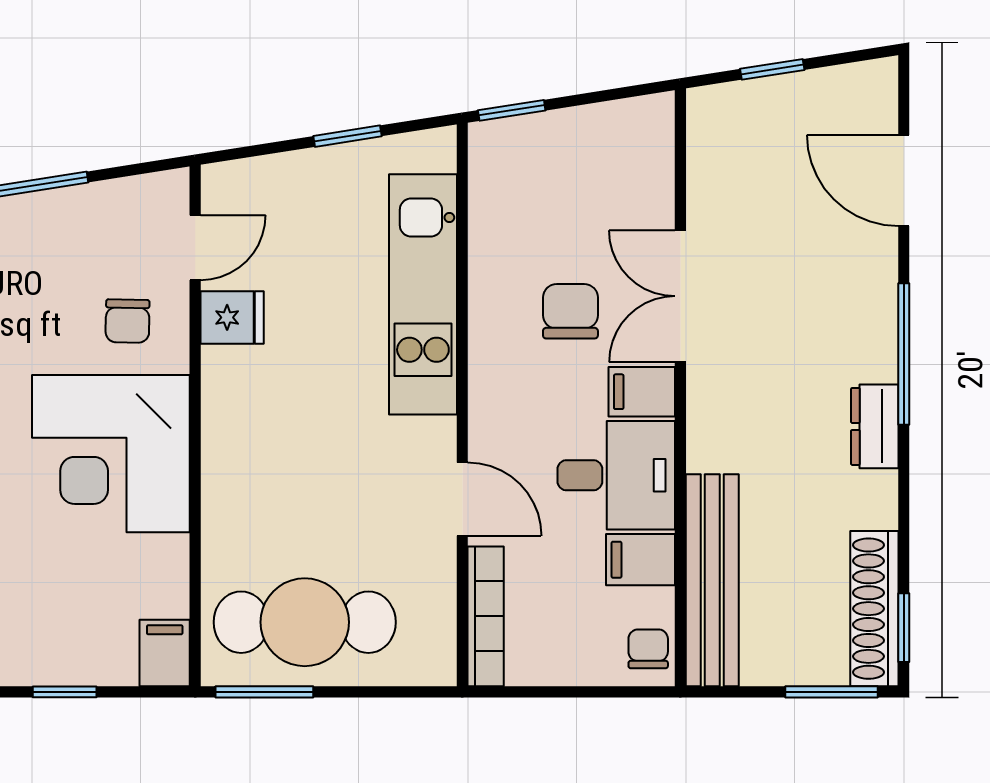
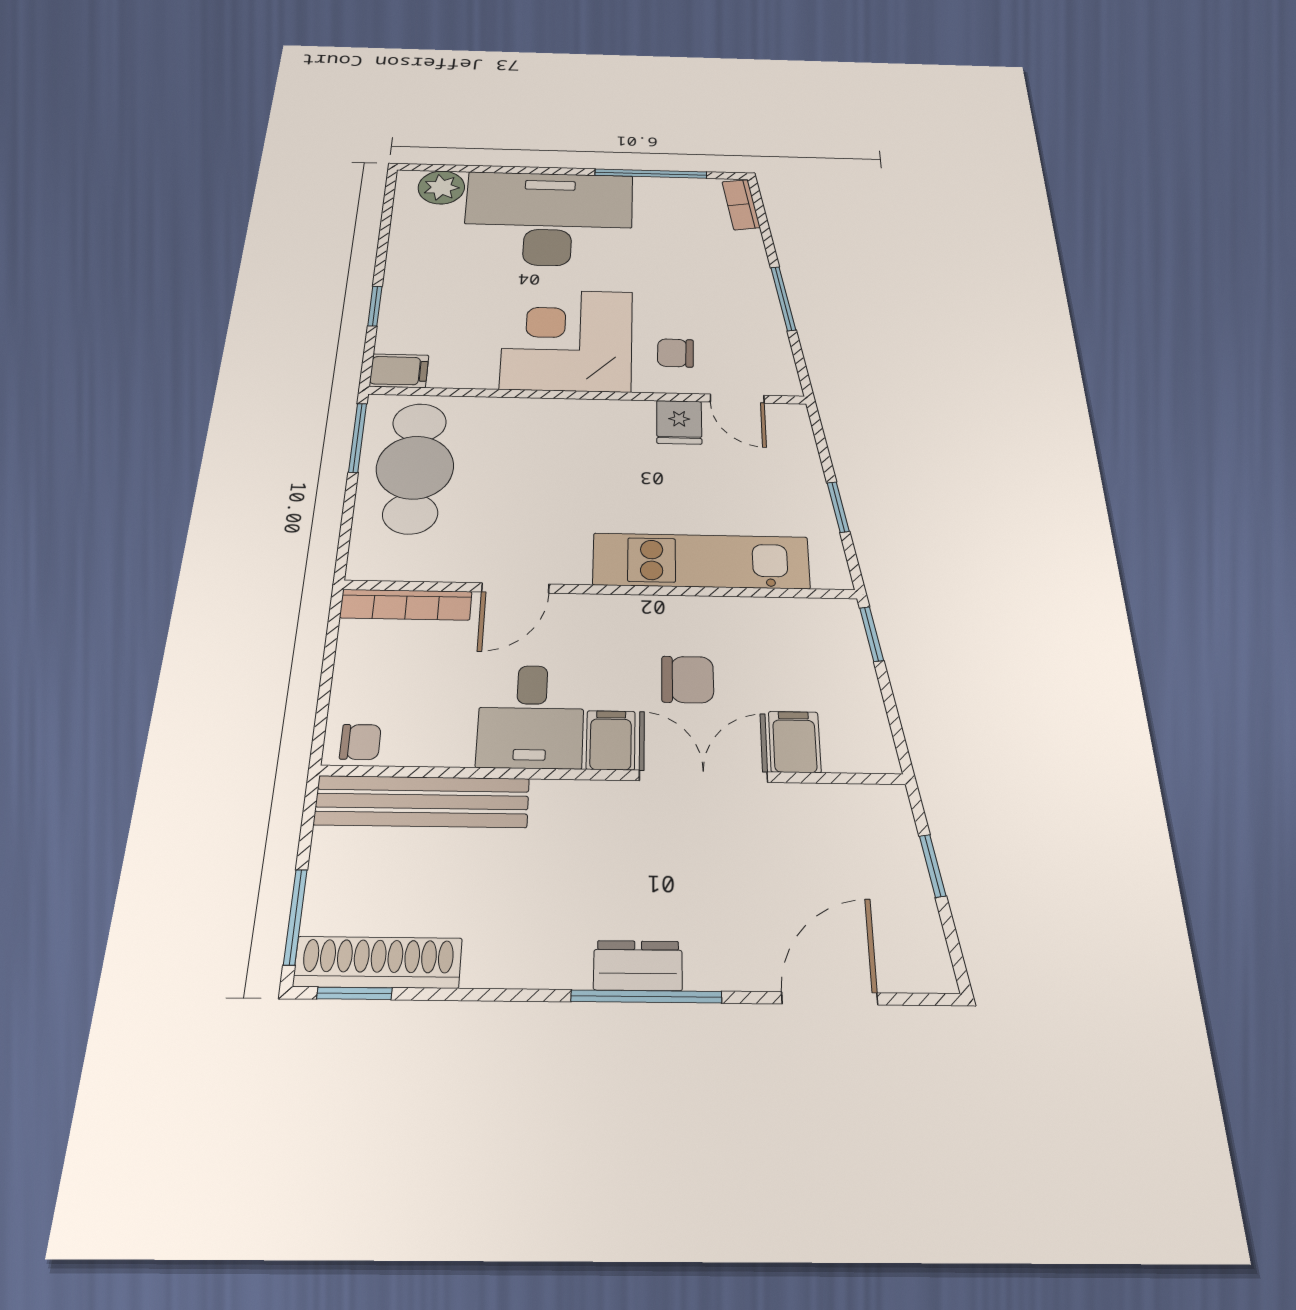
dresser: (875, 426) -> (638, 966), moved
filing cabinet: (641, 560) -> (795, 742), moved

